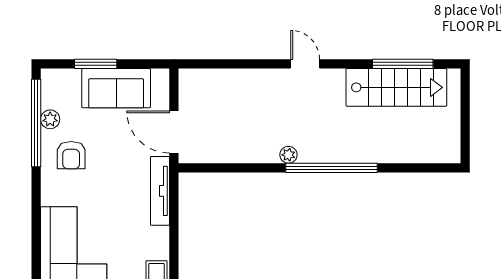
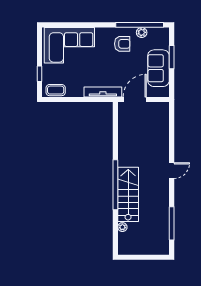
stairs: (396, 87) -> (128, 194), moved, turned 180
armchair: (71, 155) -> (122, 44), turned 180
plant: (288, 155) -> (122, 227), moved

